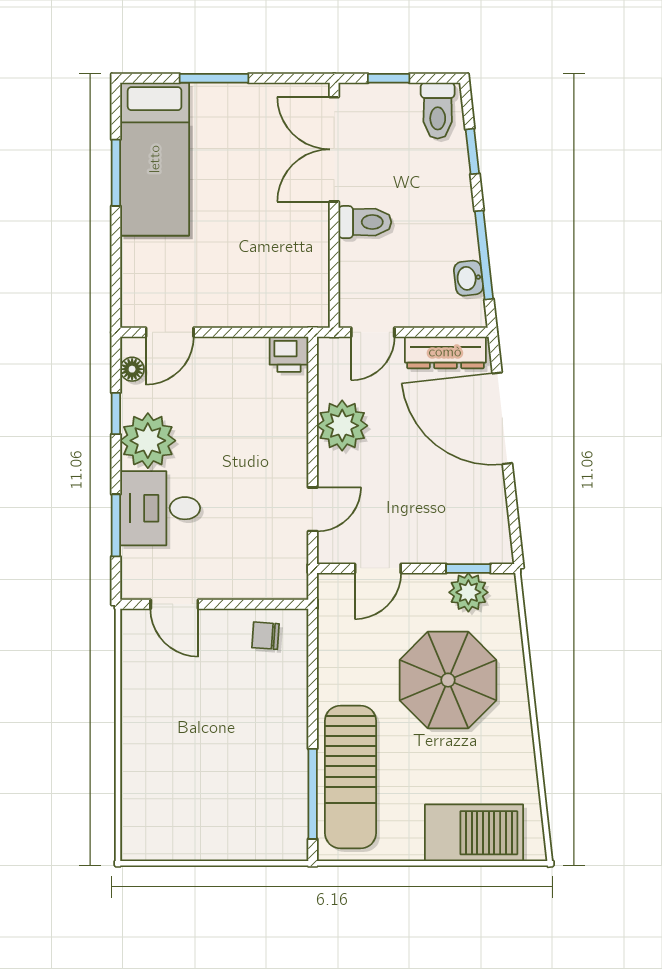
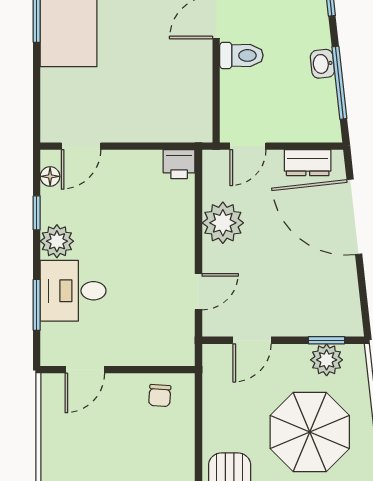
washbasin: (469, 278) -> (322, 64), moved
dresser: (445, 352) -> (308, 163), width x0.70
plant: (148, 441) -> (57, 241), width x0.73, depth x0.73
door: (174, 604) -> (85, 370), hinge flipped
chair: (265, 636) -> (160, 396), turned -90

